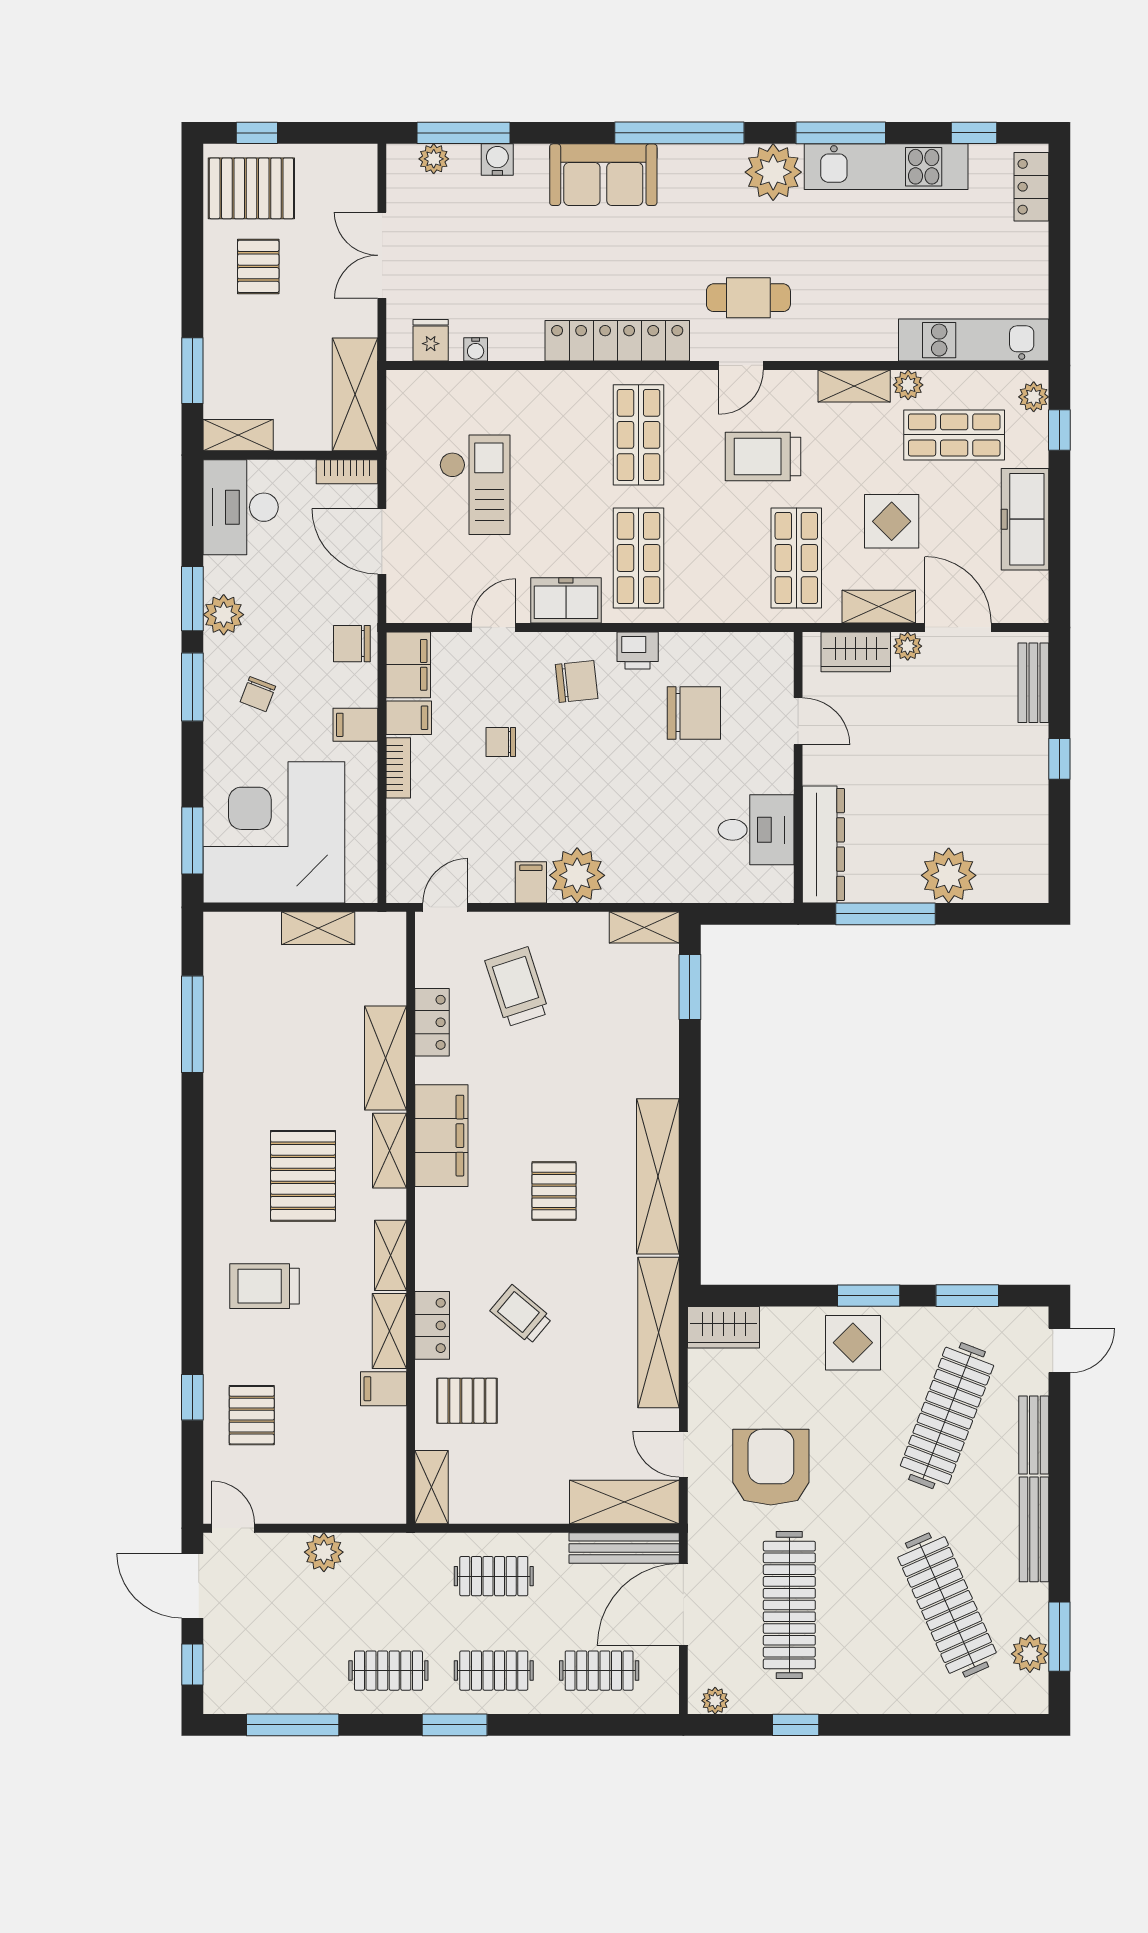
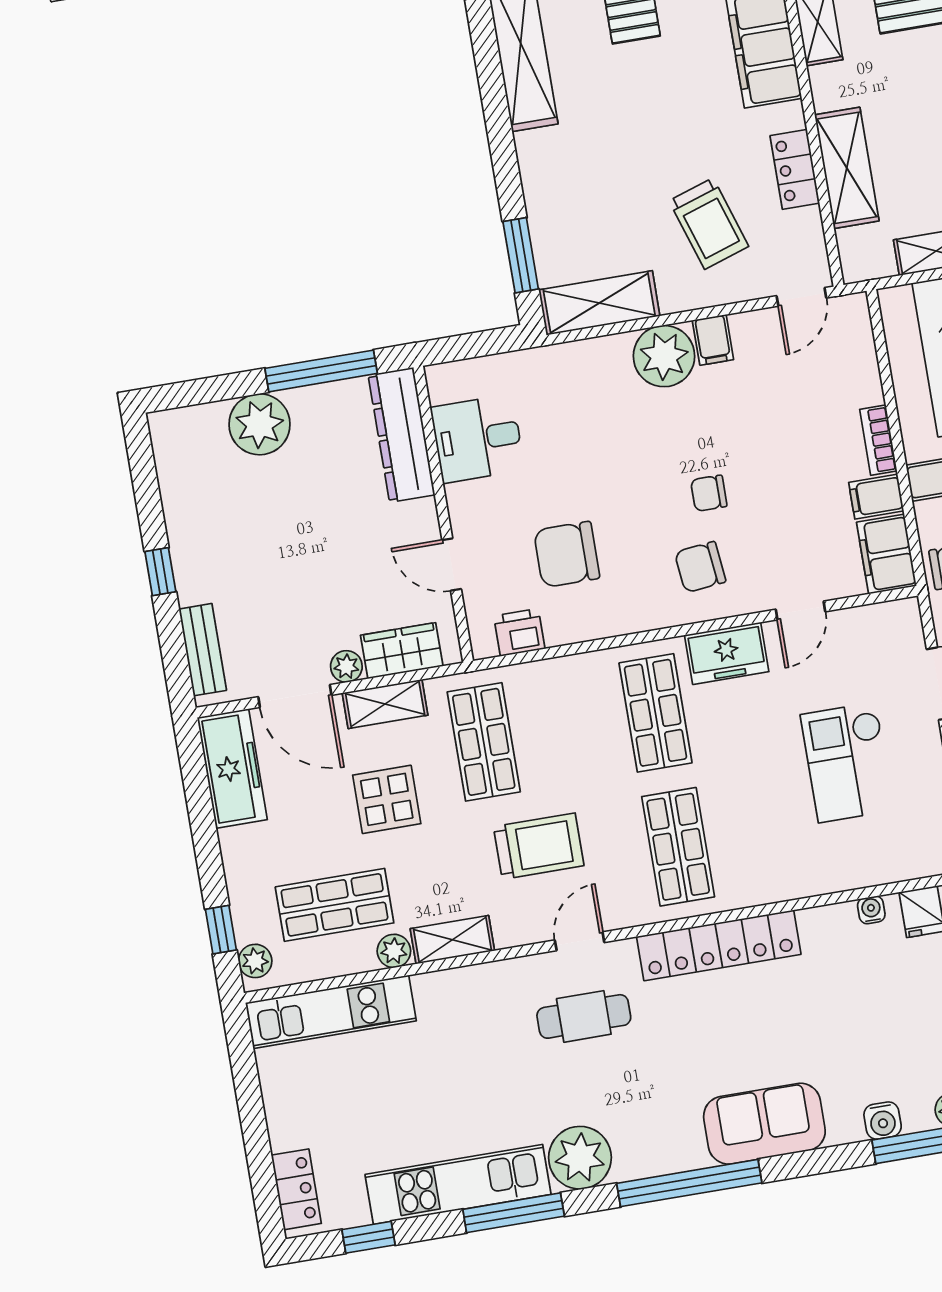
freezer: (1025, 519) -> (232, 768), moved
printer: (638, 650) -> (519, 632), moved
chair: (501, 742) -> (709, 493), moved, turned 180
shelving: (644, 927) -> (599, 303), width x1.50, depth x1.33
shelving: (385, 1058) -> (847, 168), moved

